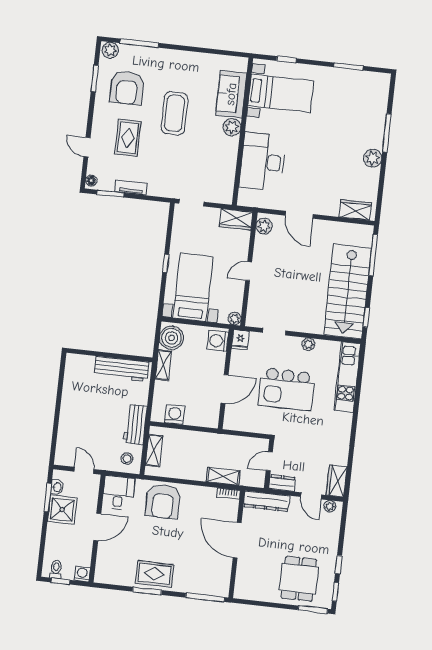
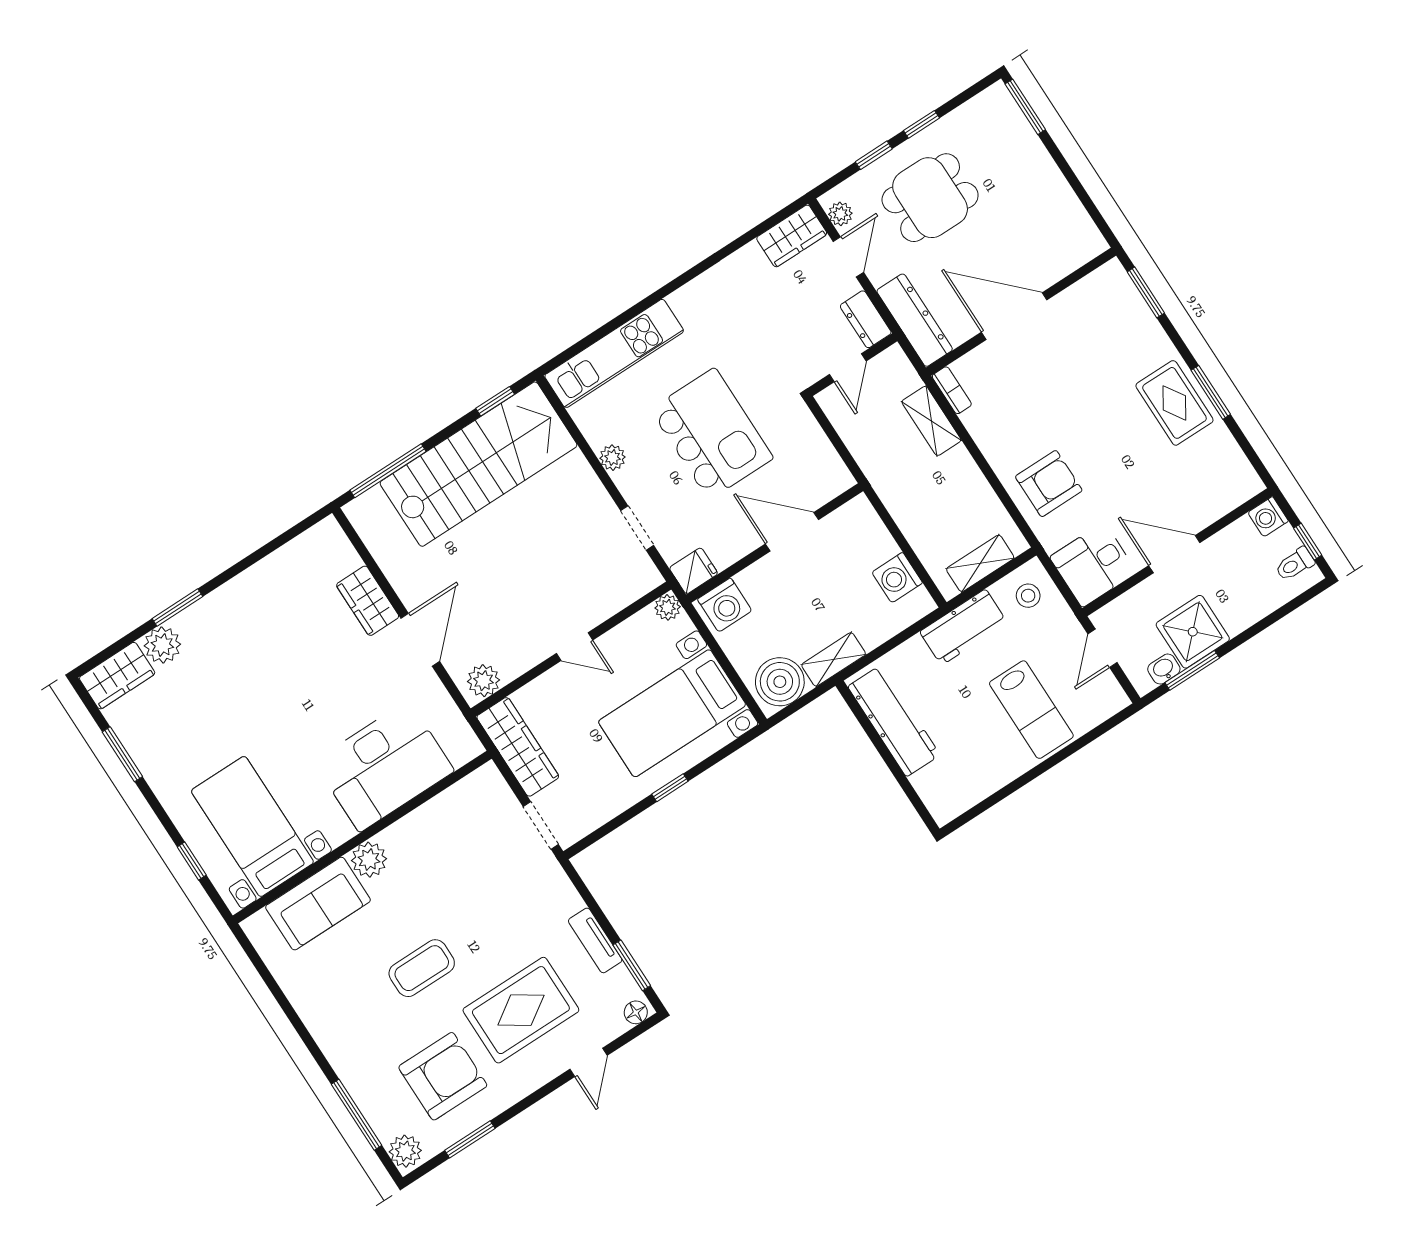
wardrobe: (380, 89) -> (117, 676), added
coffee table: (174, 113) -> (422, 968), width x0.73, depth x0.76
window: (387, 133) -> (177, 608), width x0.69
rug: (128, 138) -> (521, 1010), width x1.36, depth x1.43
plant: (373, 158) -> (162, 645), moved
wardrobe: (355, 210) -> (368, 601), moved
wardrobe: (236, 219) -> (518, 747), width x1.50
lab bench: (83, 424) -> (1031, 710), added
door: (269, 461) -> (848, 368), hinge flipped
armchair: (163, 501) -> (1049, 484), width x0.73, depth x0.73
door: (237, 540) -> (1014, 316), swing flipped
dining table: (299, 579) -> (930, 198), moved
window: (335, 592) -> (874, 155), moved
window: (205, 597) -> (1146, 292), width x0.69

